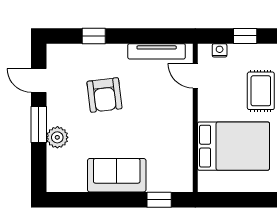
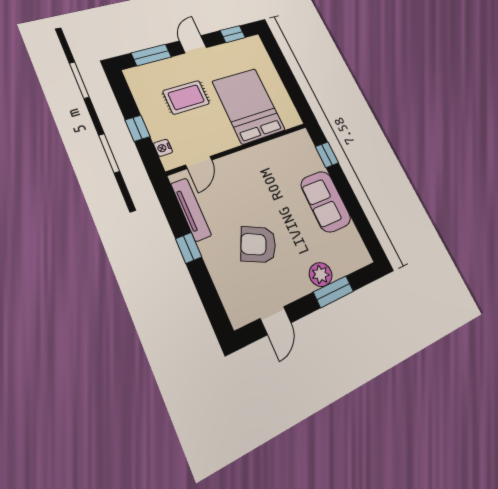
window: (94, 36) -> (189, 248), moved
armchair: (104, 95) -> (258, 245), turned -147
window: (39, 124) -> (333, 292), moved

